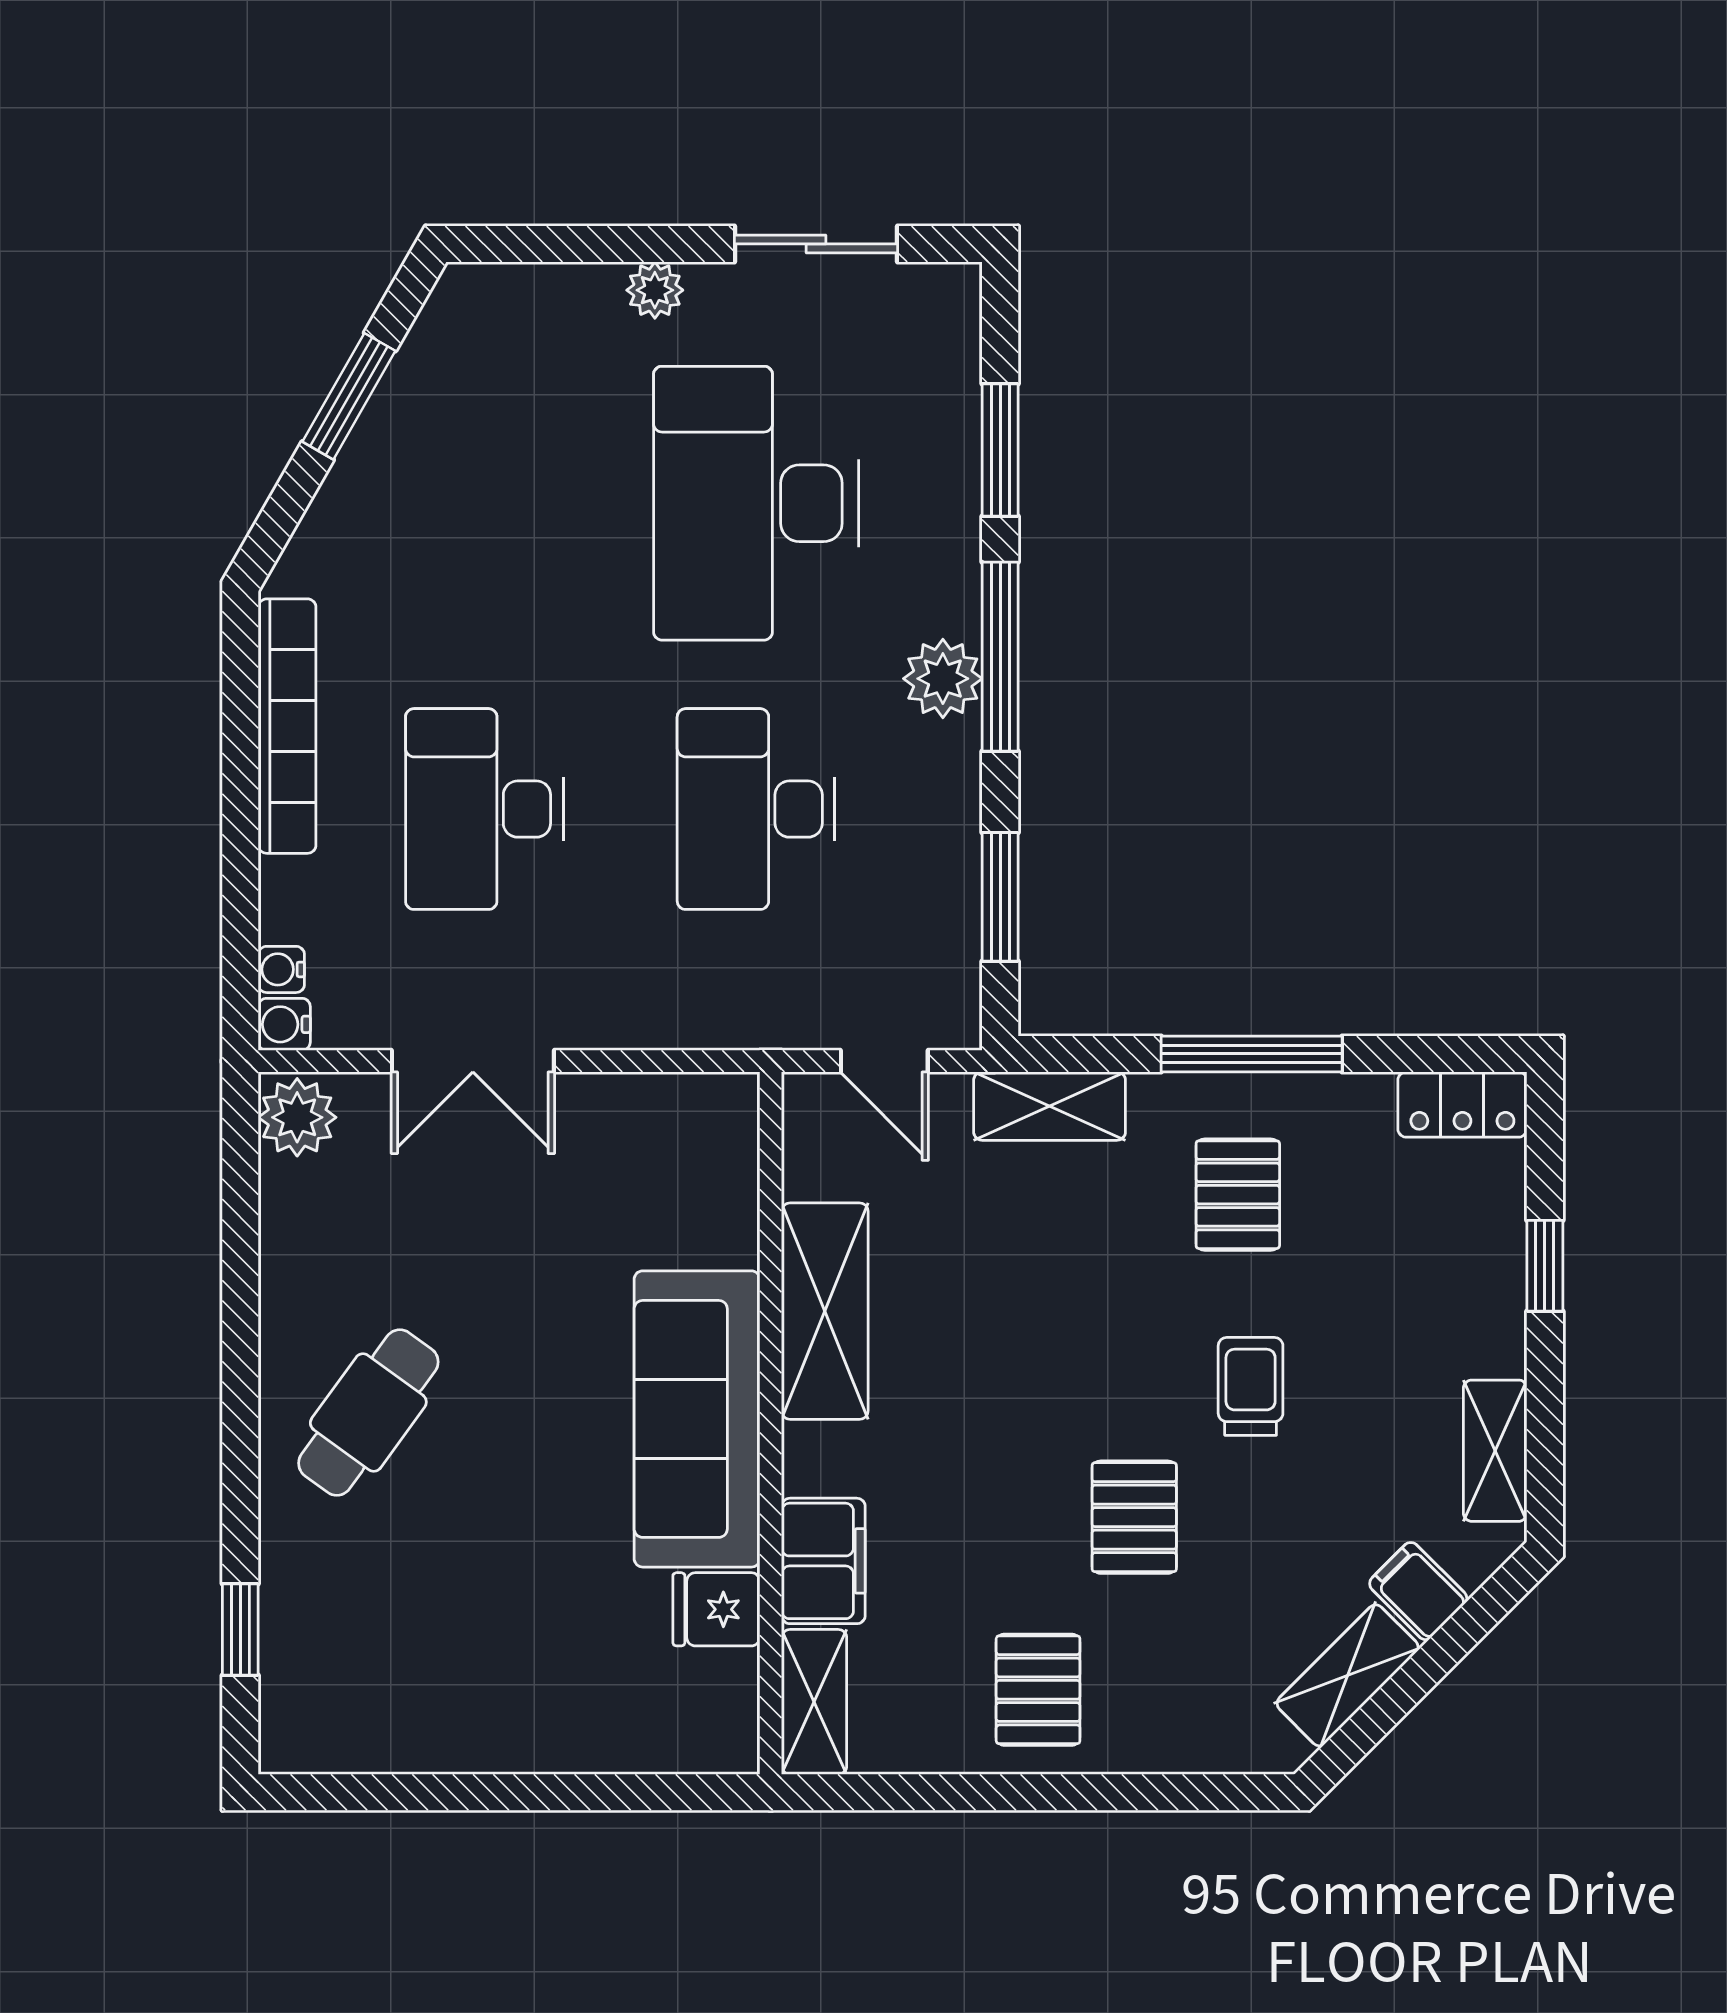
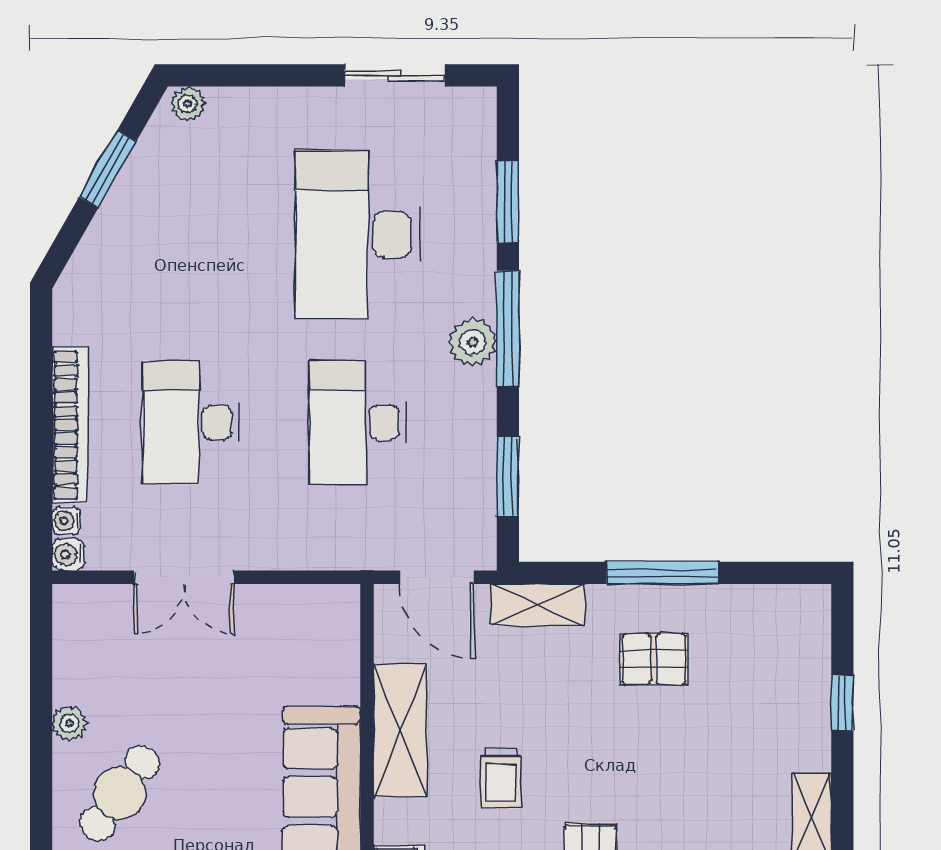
plant: (655, 290) -> (188, 104), moved
bookcase: (287, 726) -> (70, 425), moved
door: (884, 1061) -> (437, 577), width x1.38
locker: (1462, 1105) -> (792, 604), removed
plant: (297, 1117) -> (70, 723), moved, width x0.73, depth x0.73
pallet: (1238, 1195) -> (654, 659), turned 90
trolley: (1251, 1386) -> (501, 778), moved, turned 180

